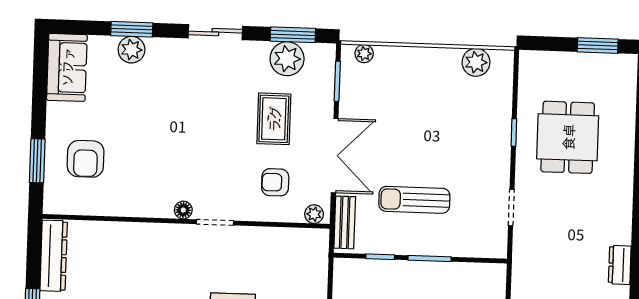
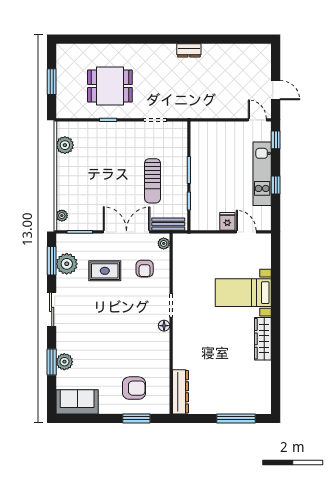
window: (598, 45) -> (52, 82), moved
dresser: (54, 256) -> (180, 392), moved, turned 90

